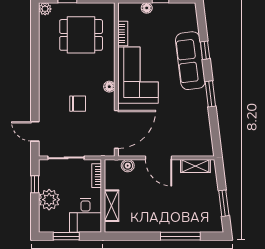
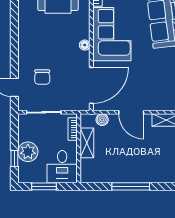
chair: (78, 104) -> (42, 77), moved, turned 90
window: (35, 184) -> (14, 158), moved
shelving: (112, 206) -> (87, 143), moved
window: (180, 236) -> (131, 186), moved

